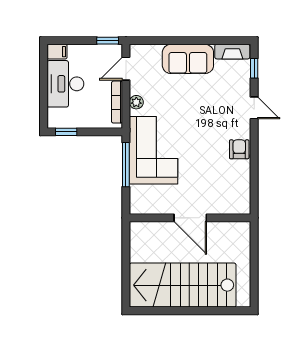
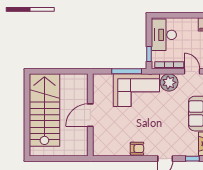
desk: (65, 84) -> (164, 35), moved, turned -90
plant: (136, 102) -> (169, 82), width x1.87, depth x1.87
window: (66, 132) -> (149, 54), moved

